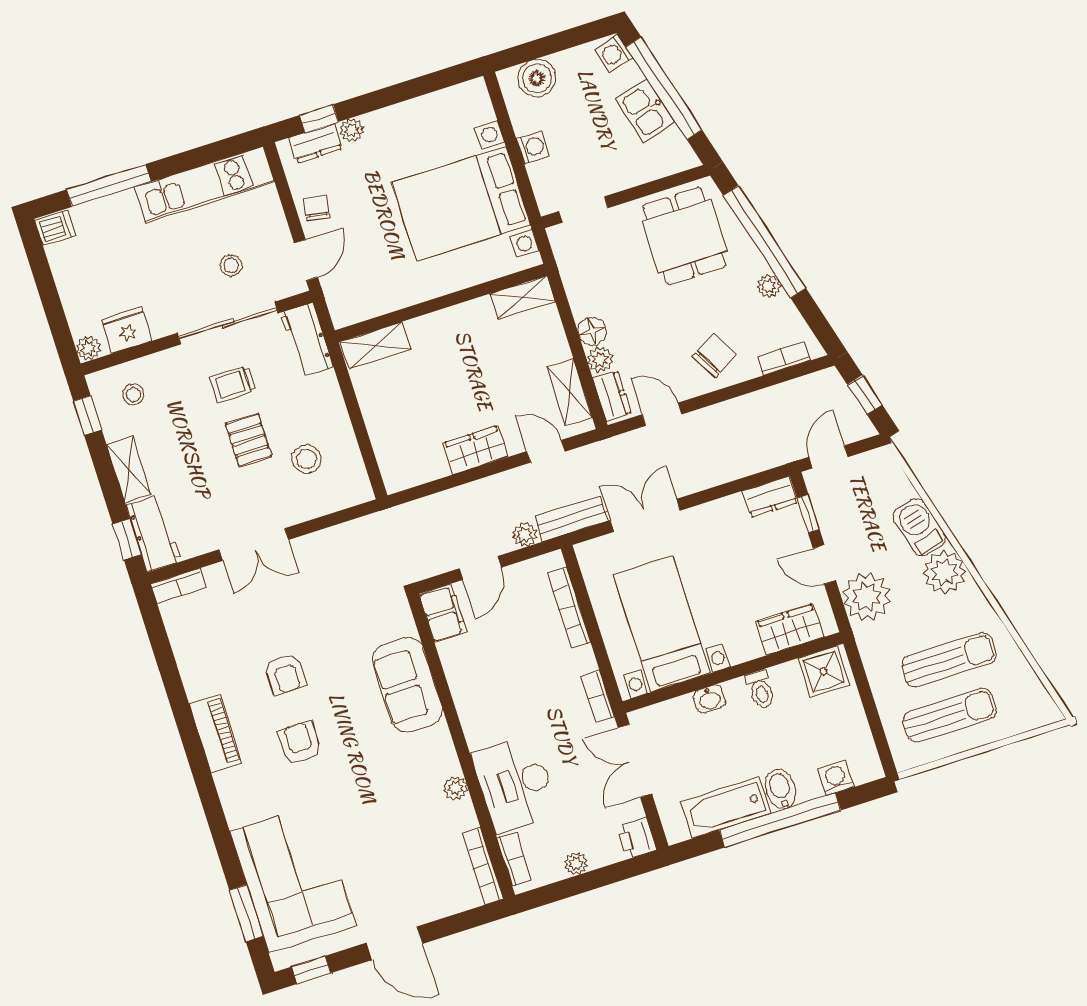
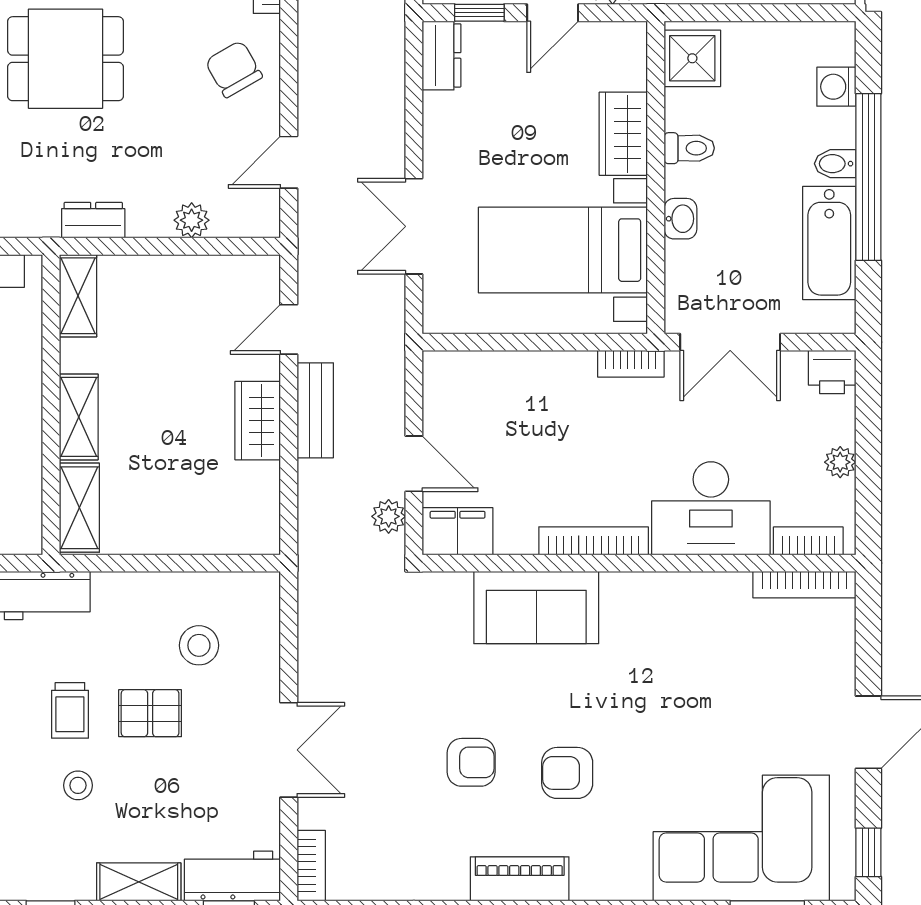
floor lamp: (592, 331) -> (151, 219), removed
shelving: (569, 392) -> (79, 417), moved, turned 90
stool: (133, 395) -> (78, 785), moved
dresser: (612, 396) -> (93, 220), moved
bench: (571, 519) -> (315, 410), moved
plant: (524, 535) -> (389, 516), moved
bookcase: (569, 607) -> (594, 541), moved, turned 180
wardrobe: (790, 629) -> (623, 134), moved
plant: (455, 788) -> (691, 588), removed
bidet: (780, 789) -> (835, 164), width x0.72, depth x0.74

